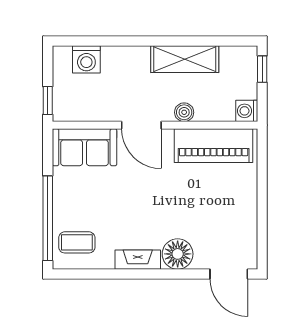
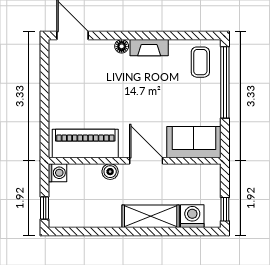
shelving: (185, 59) -> (151, 216), moved
window: (48, 100) -> (225, 209), moved
coffee table: (77, 242) -> (200, 62), turned 90
floor lamp: (178, 254) -> (122, 46), width x0.53, depth x0.53

